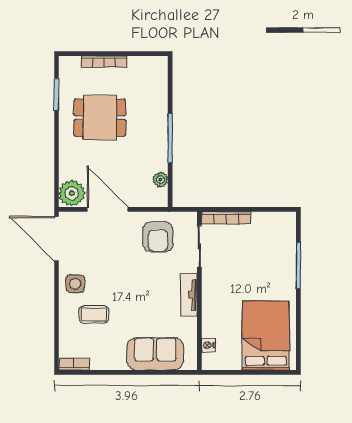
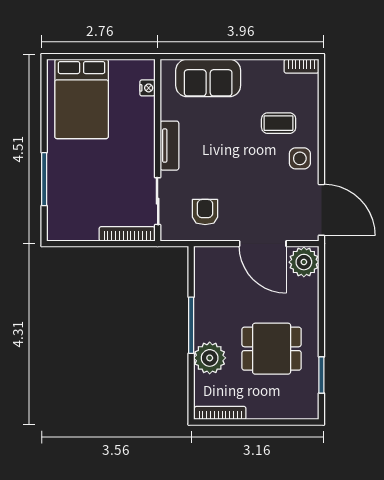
bookcase: (104, 62) -> (220, 413), moved
plant: (160, 180) -> (210, 358), moved, width x1.88, depth x1.88
armchair: (158, 237) -> (205, 212), width x0.72, depth x0.72

